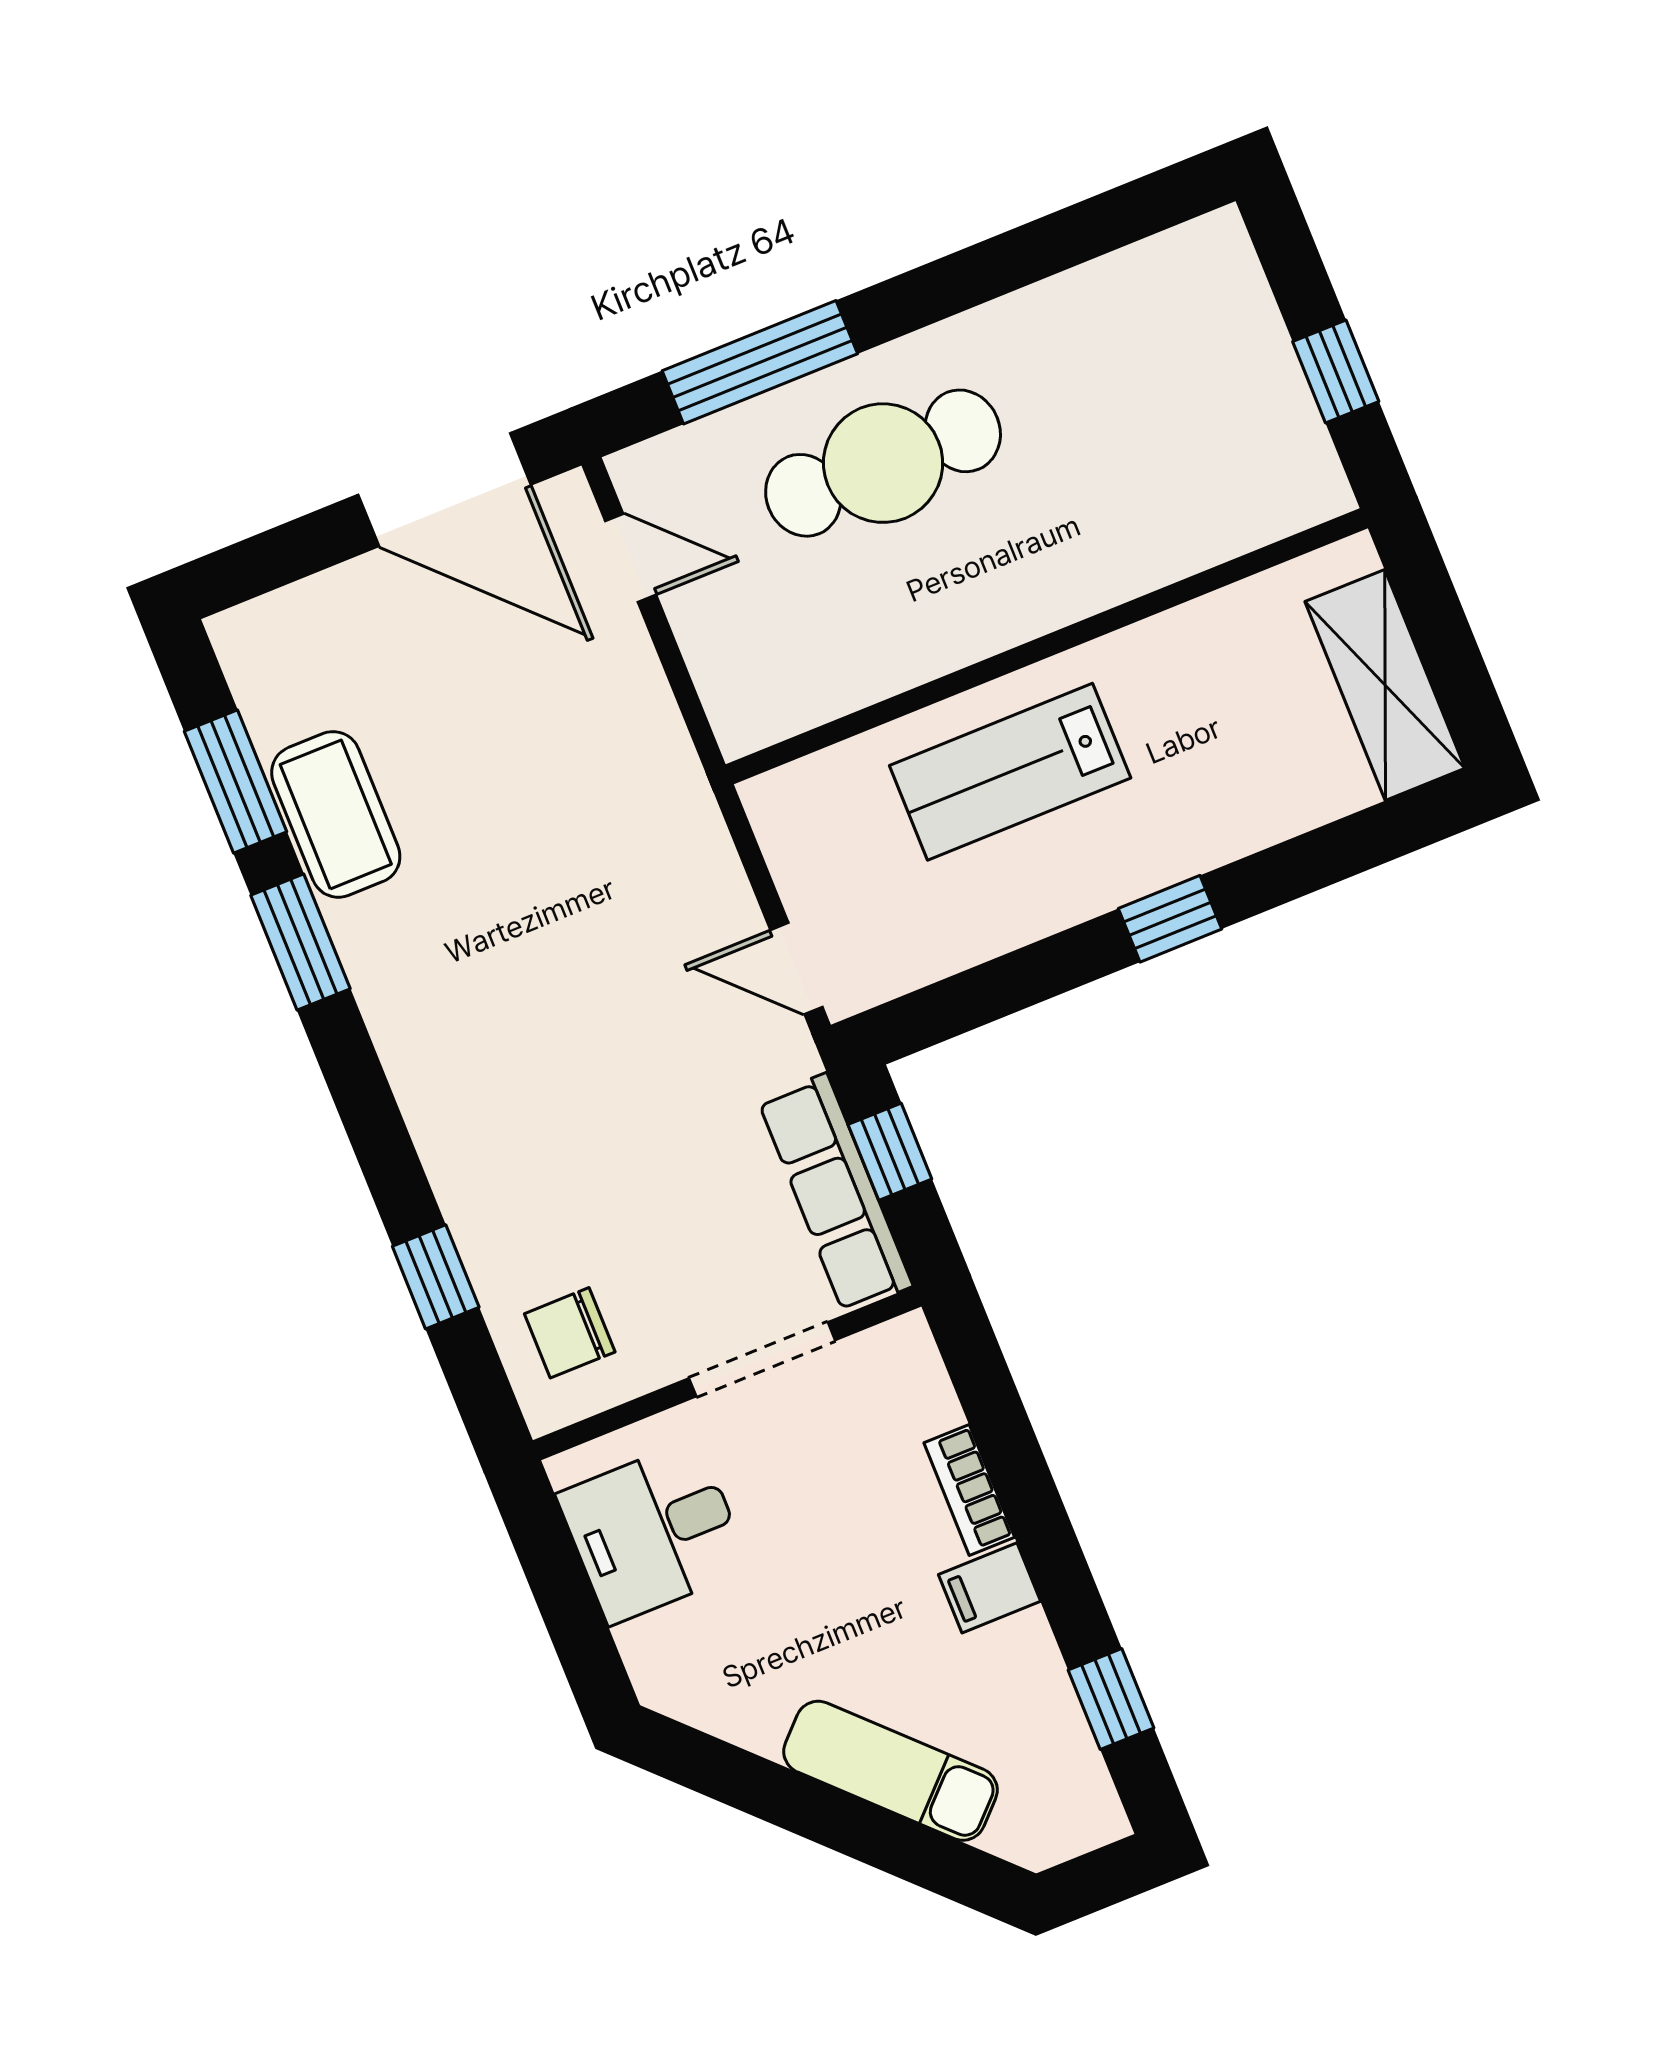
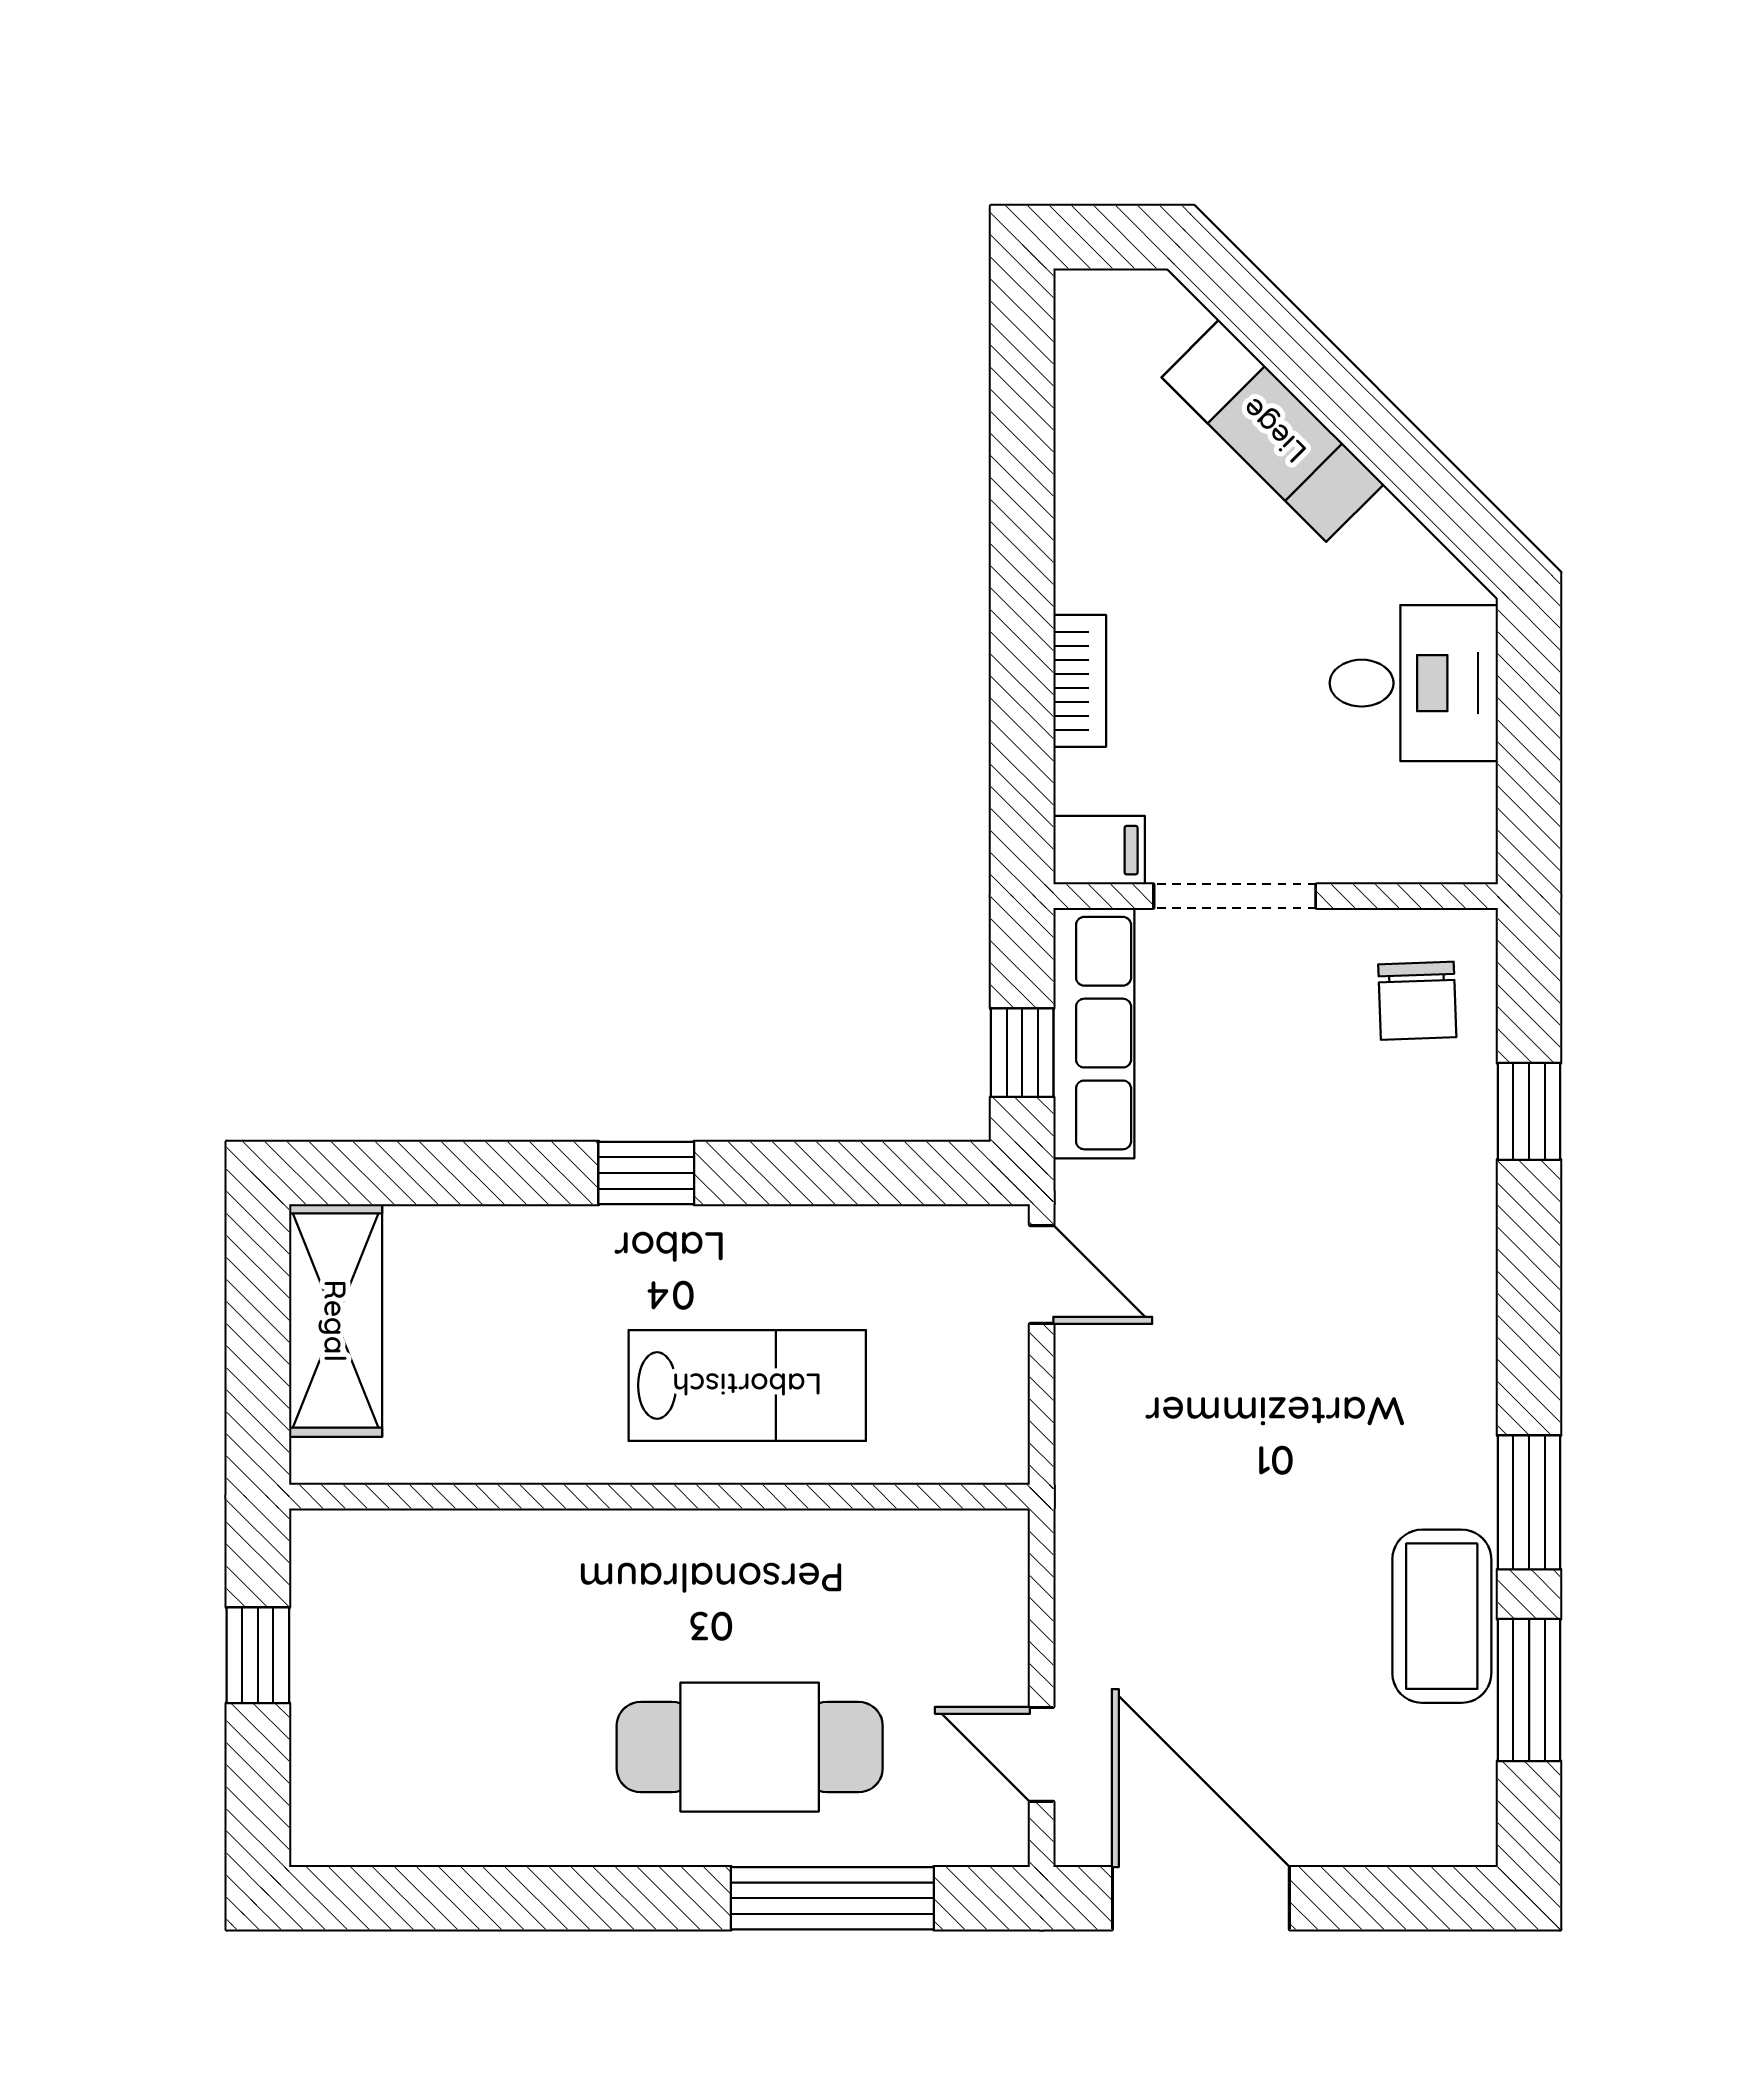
chair: (570, 1333) -> (1417, 1001), turned 88
desk: (653, 1531) -> (1414, 683), moved
filing cabinet: (989, 1588) -> (1099, 850), moved
window: (1111, 1699) -> (1022, 413), removed

